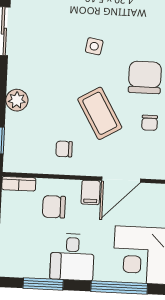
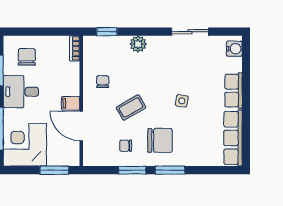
coffee table: (100, 113) -> (131, 107), width x0.73, depth x0.77
chair: (54, 207) -> (27, 57), moved

